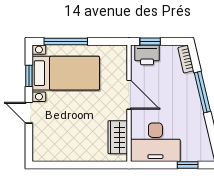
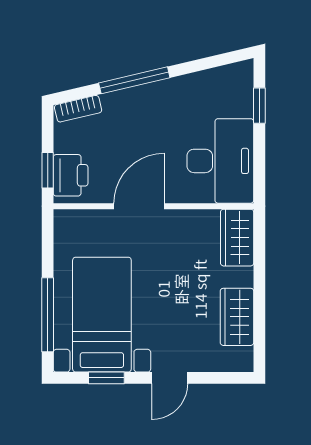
wardrobe: (118, 137) -> (237, 238), moved, turned 90
wardrobe: (65, 152) -> (237, 317), added

